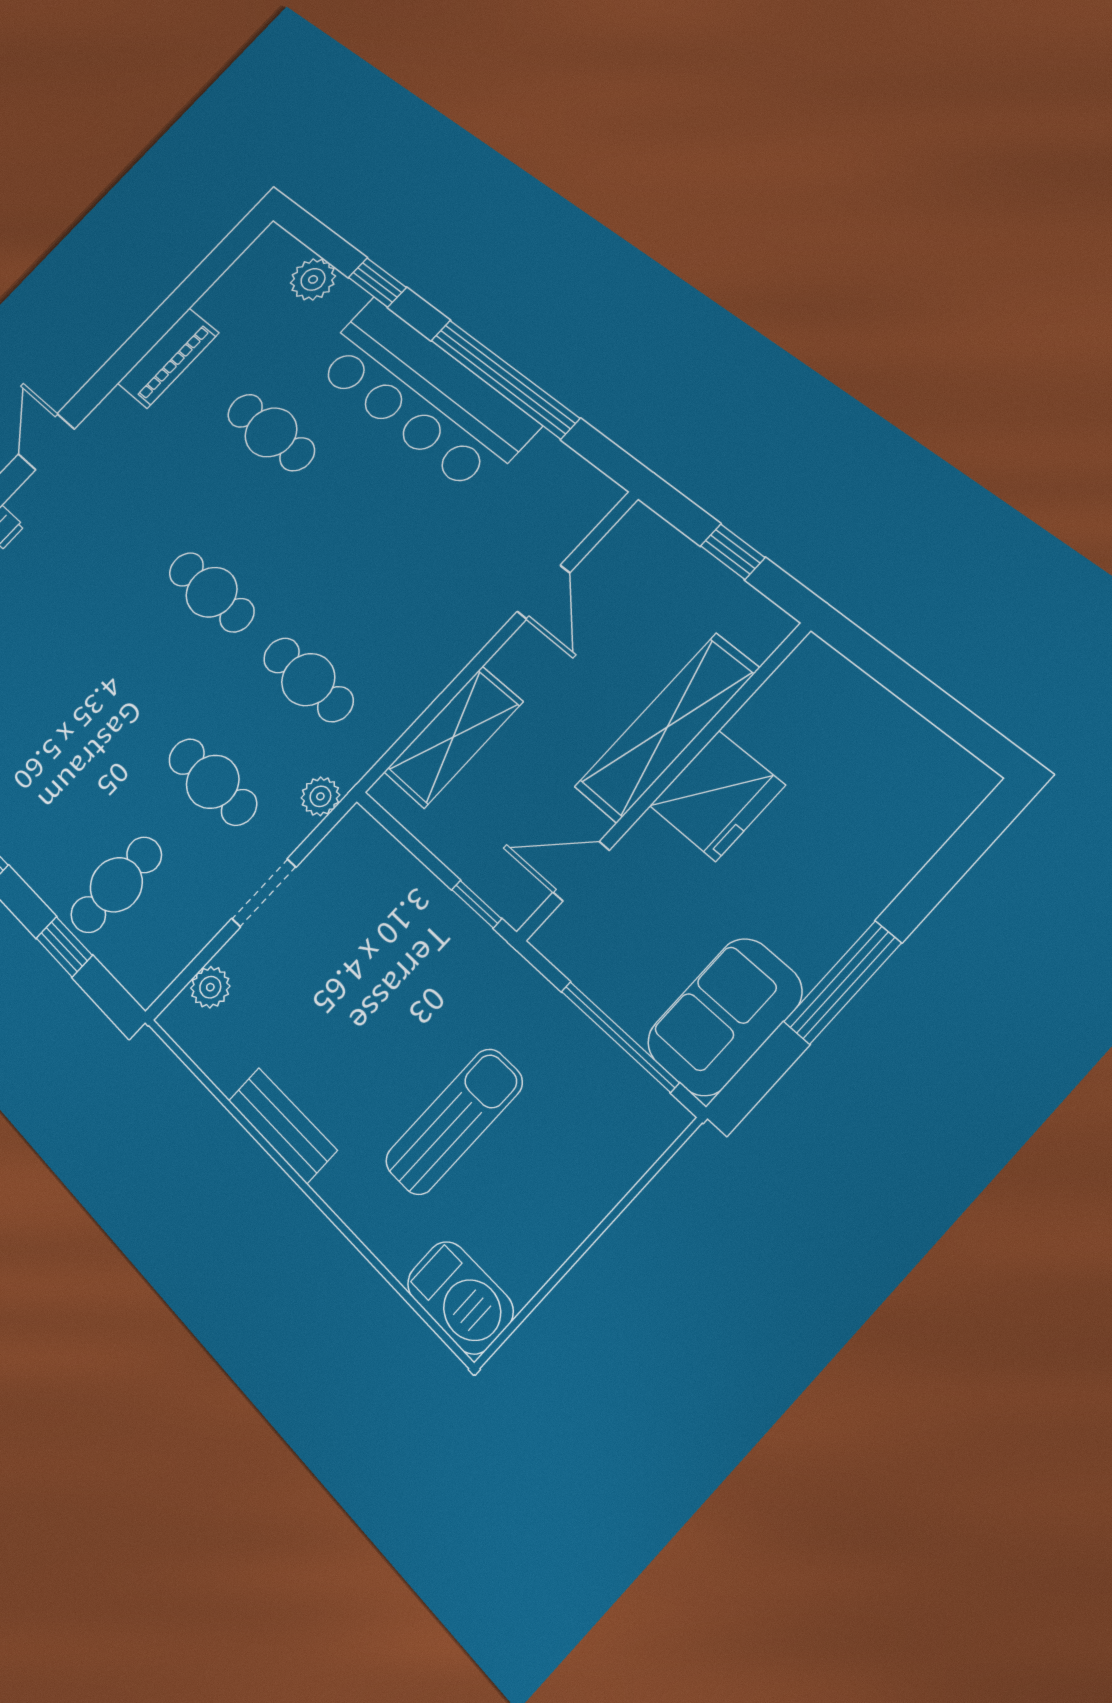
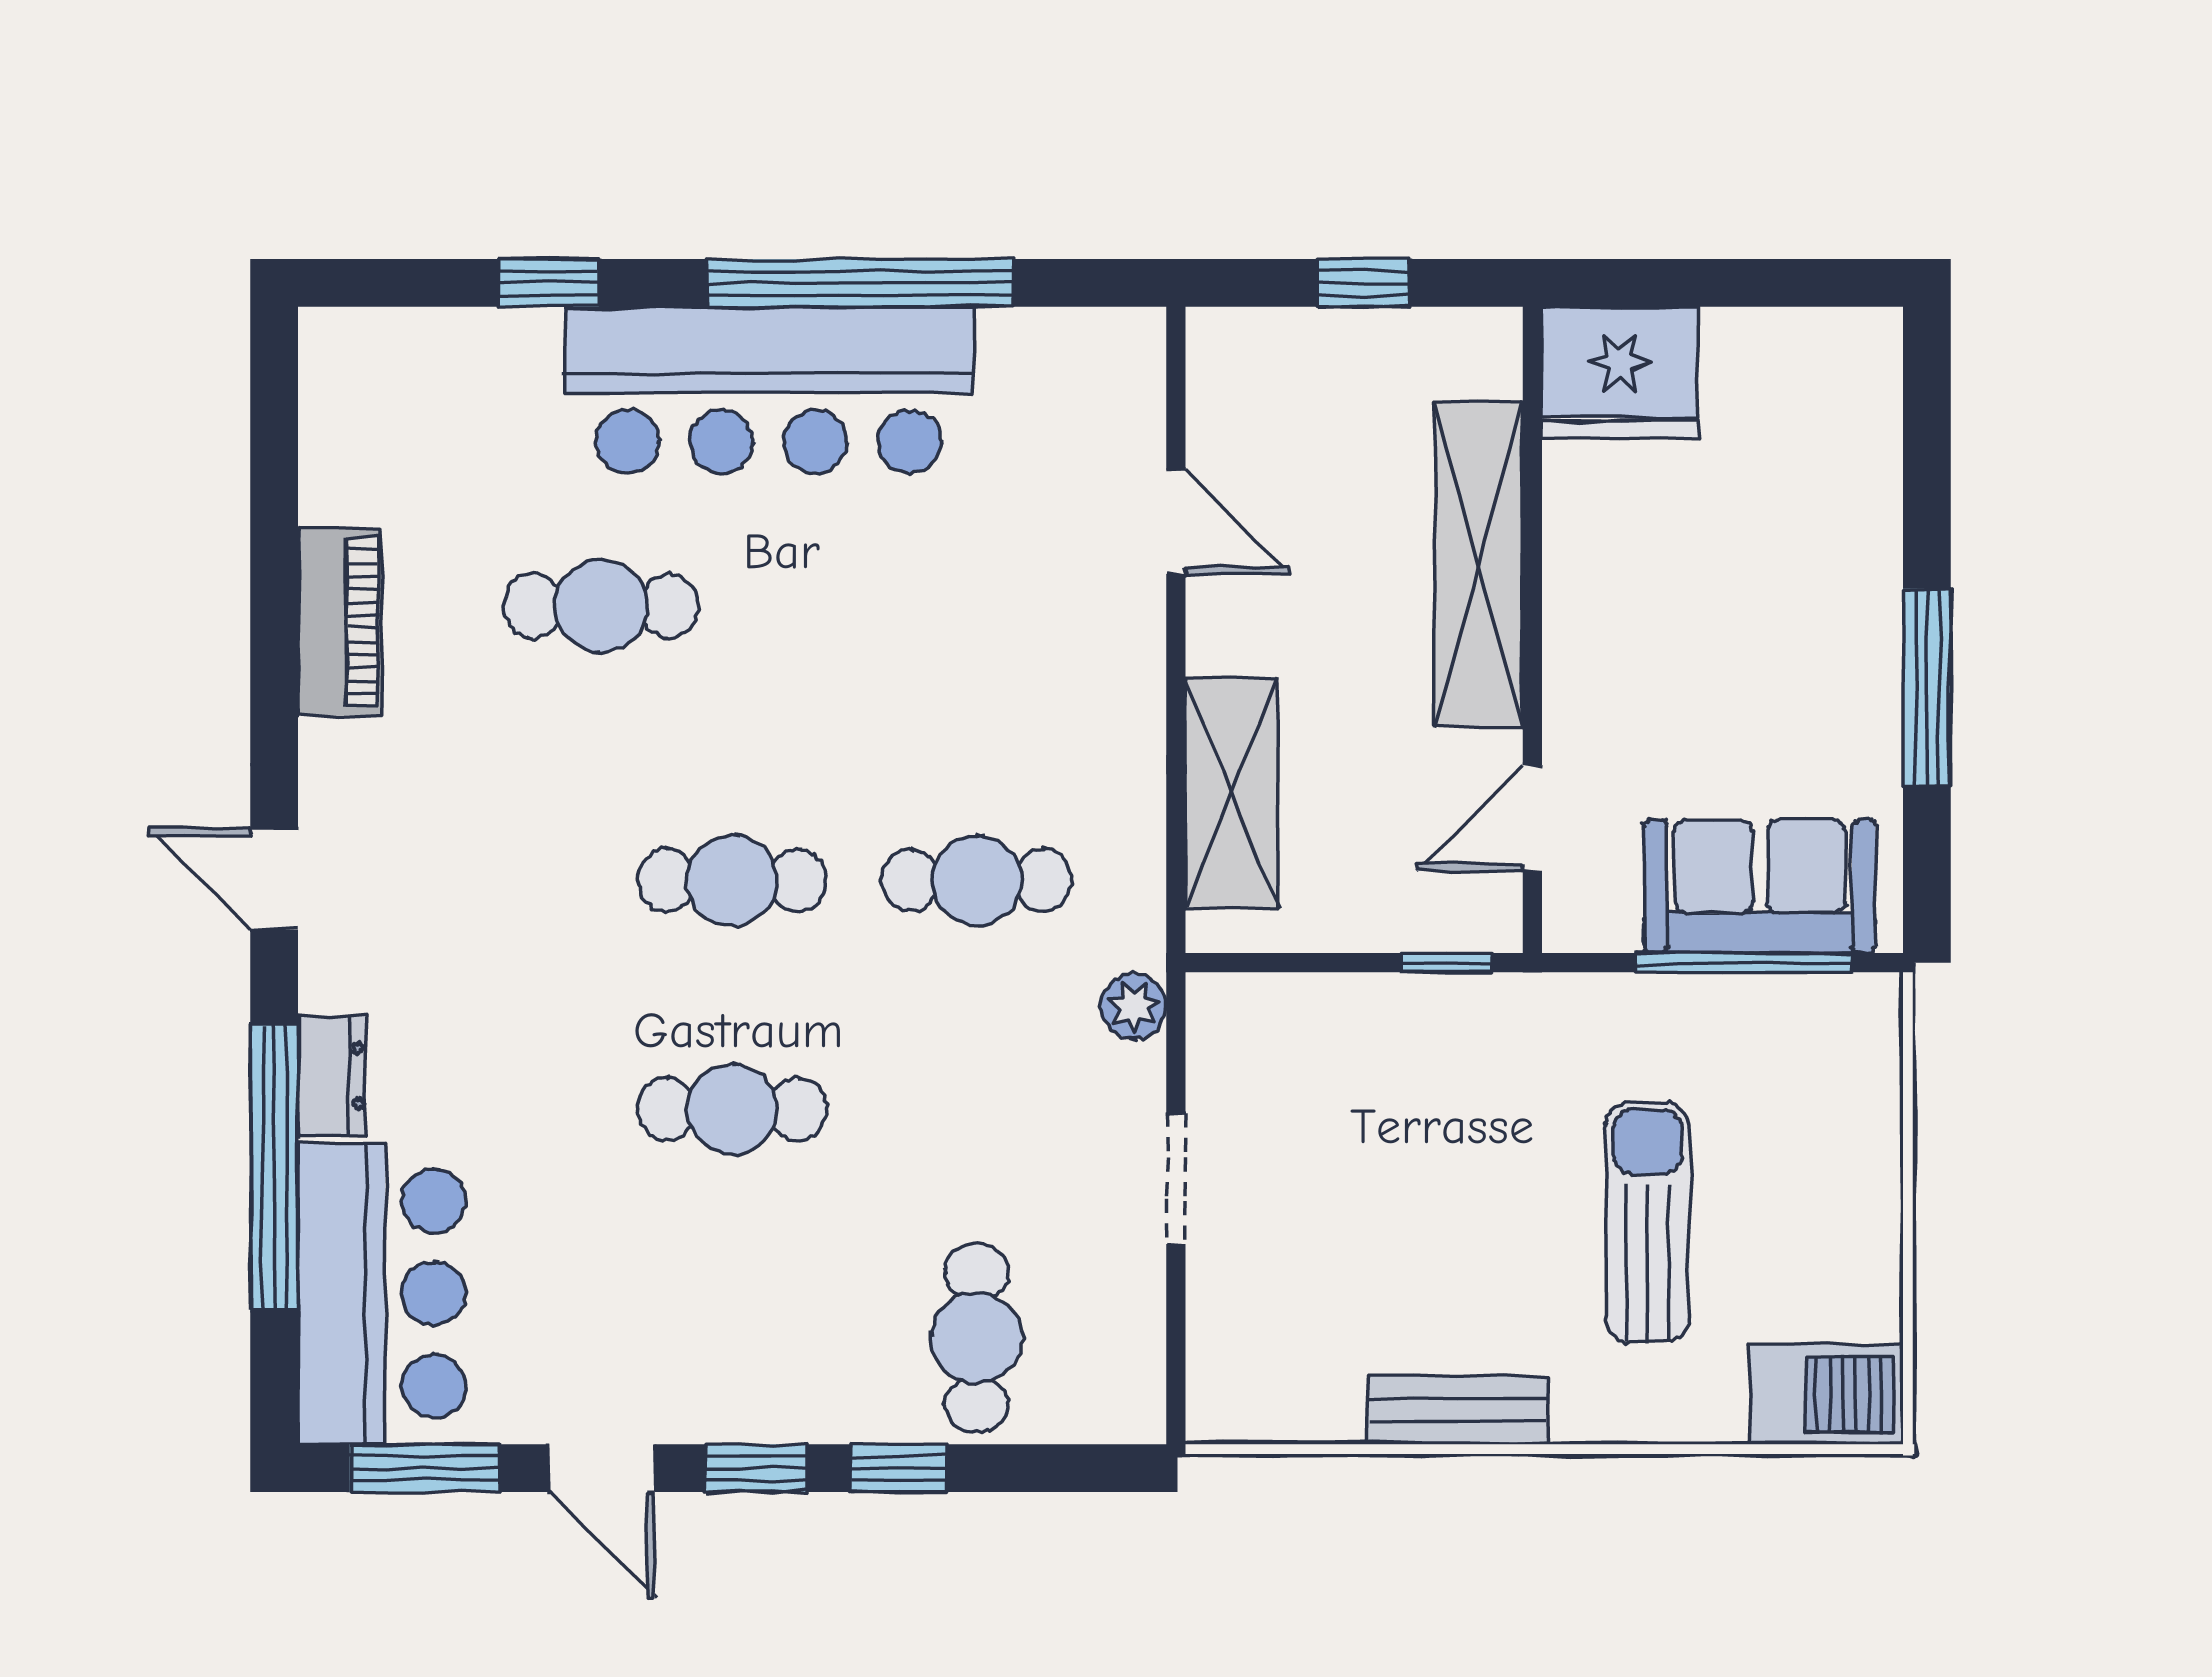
plant: (313, 279) -> (448, 348), removed
cafe table: (213, 782) -> (732, 1109), moved
fridge: (717, 796) -> (1620, 373), moved, turned 90
window: (64, 947) -> (899, 1468), moved
plant: (210, 987) -> (1218, 1344), removed
sofa: (725, 1017) -> (1760, 886), moved, turned 90

